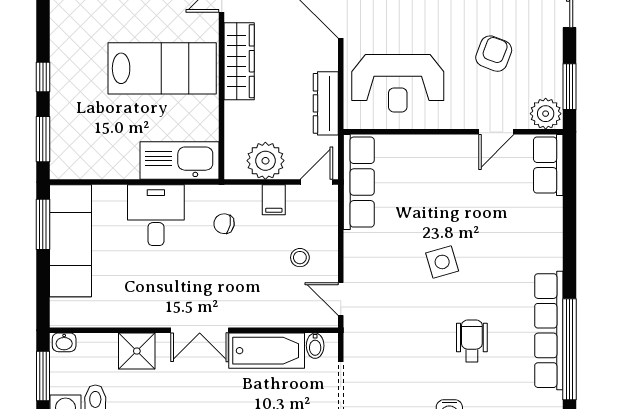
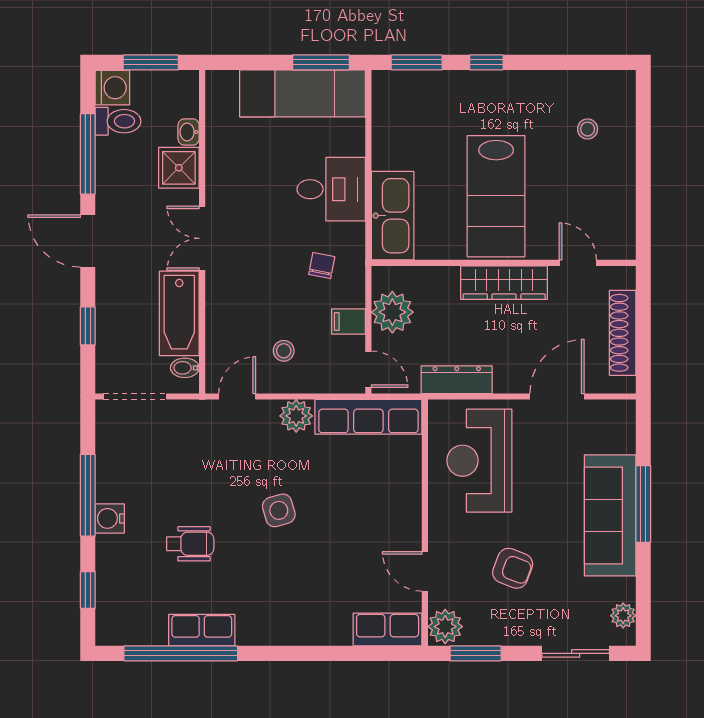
plant: (358, 246) -> (296, 416), added
row of seats: (549, 331) -> (202, 630), width x0.50
washbasin: (64, 342) -> (189, 132), moved

